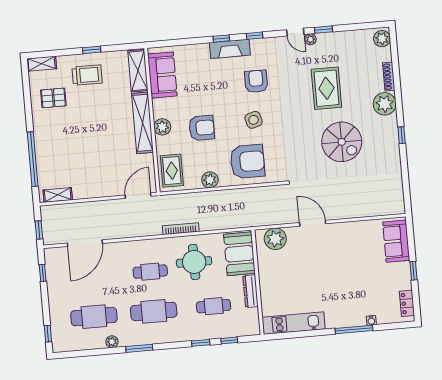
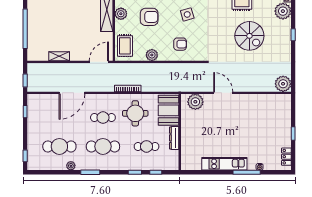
armchair: (247, 161) -> (180, 44), width x0.53, depth x0.53
shelving: (58, 195) -> (59, 56), moved
plant: (394, 204) -> (283, 84), added
sofa: (396, 241) -> (283, 111), removed
door: (85, 243) -> (72, 93), moved
kitchen unit: (294, 323) -> (224, 164), moved

